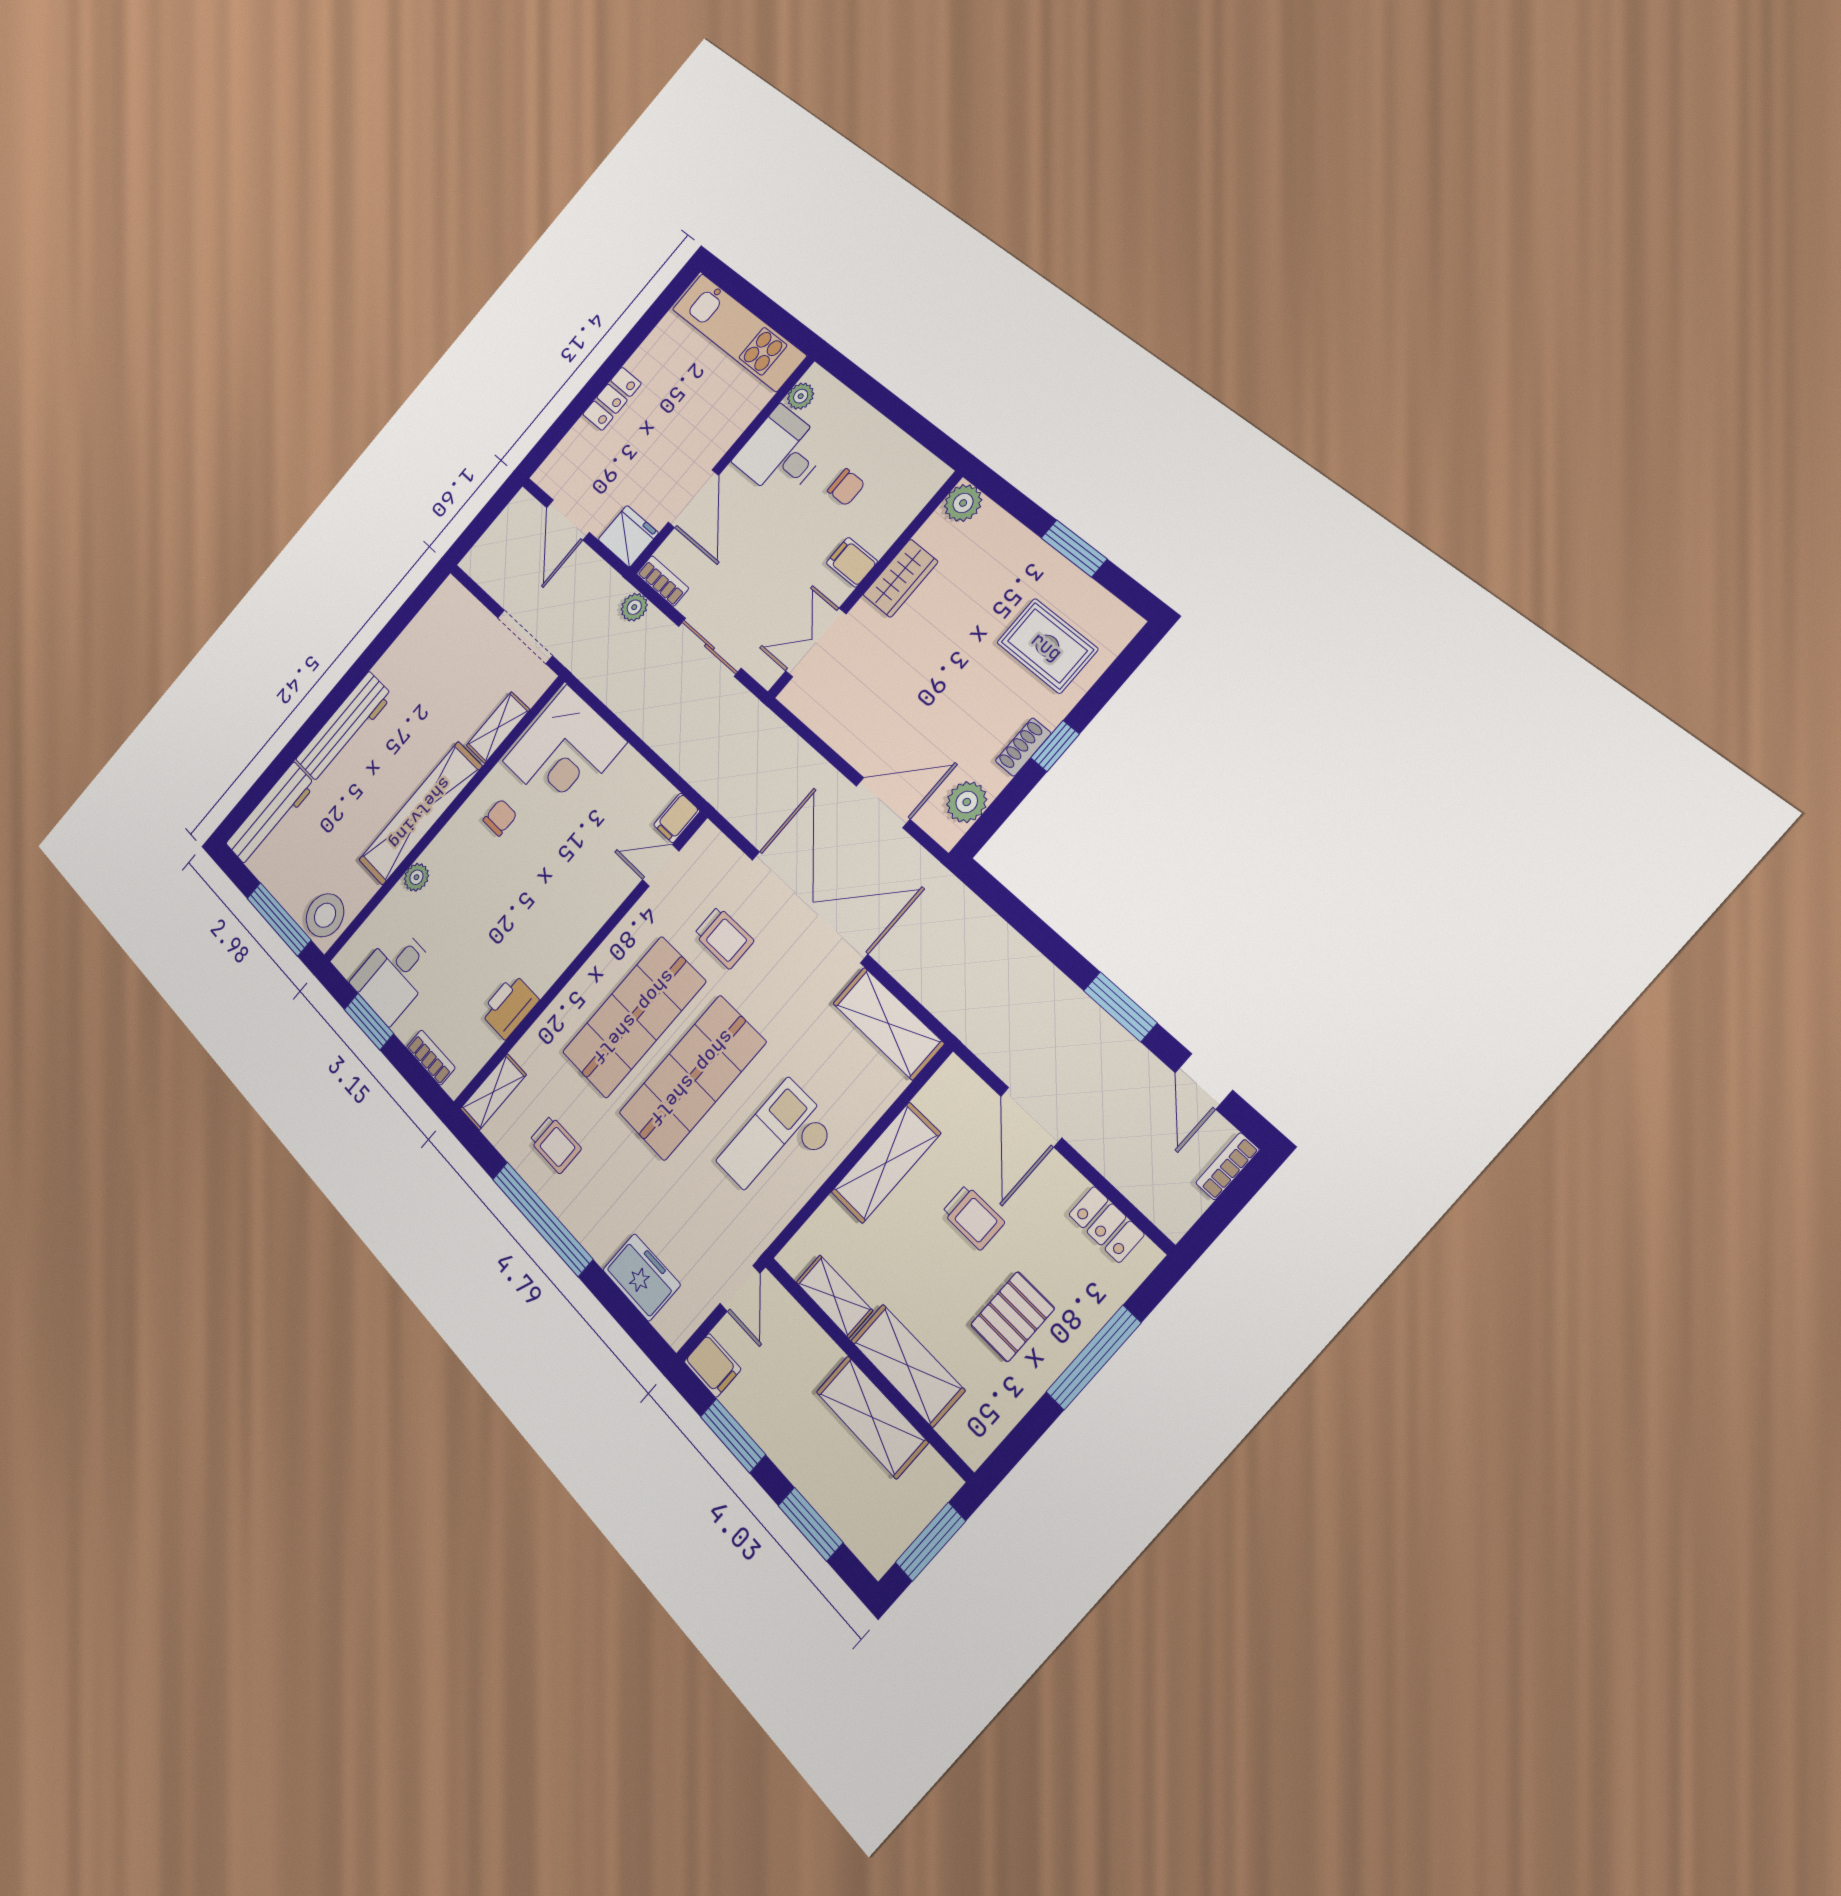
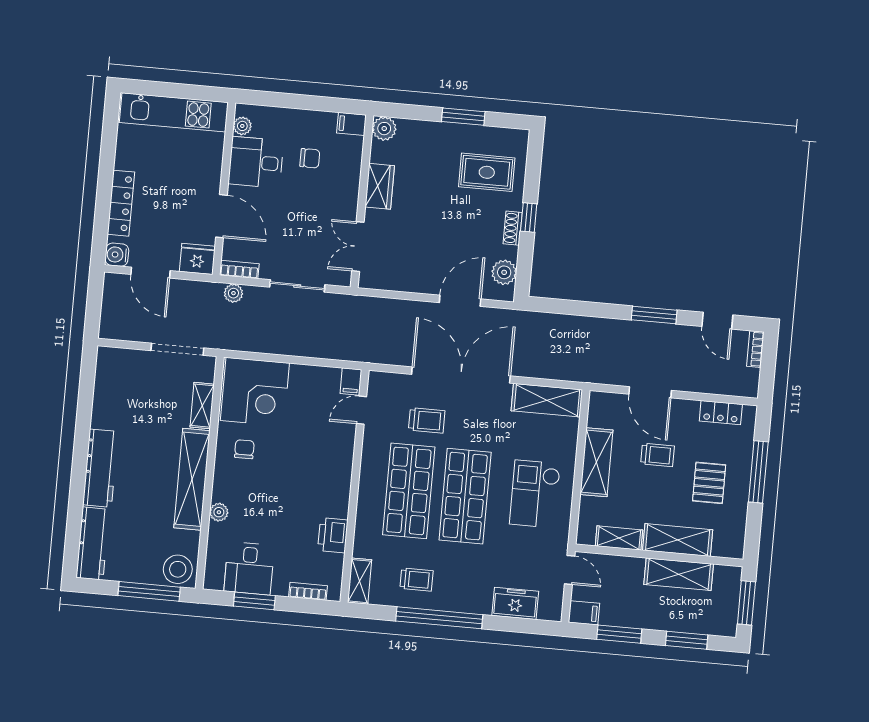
locker: (612, 399) -> (121, 203), width x1.53
water cooler: (551, 474) -> (117, 255), added
filing cabinet: (852, 562) -> (352, 124), moved

